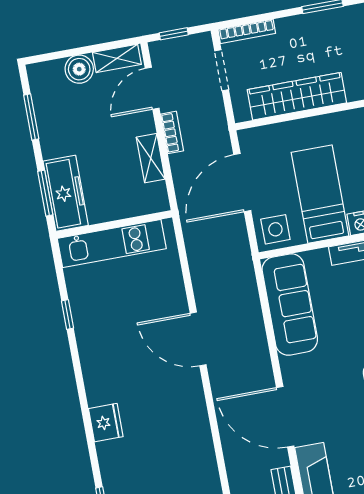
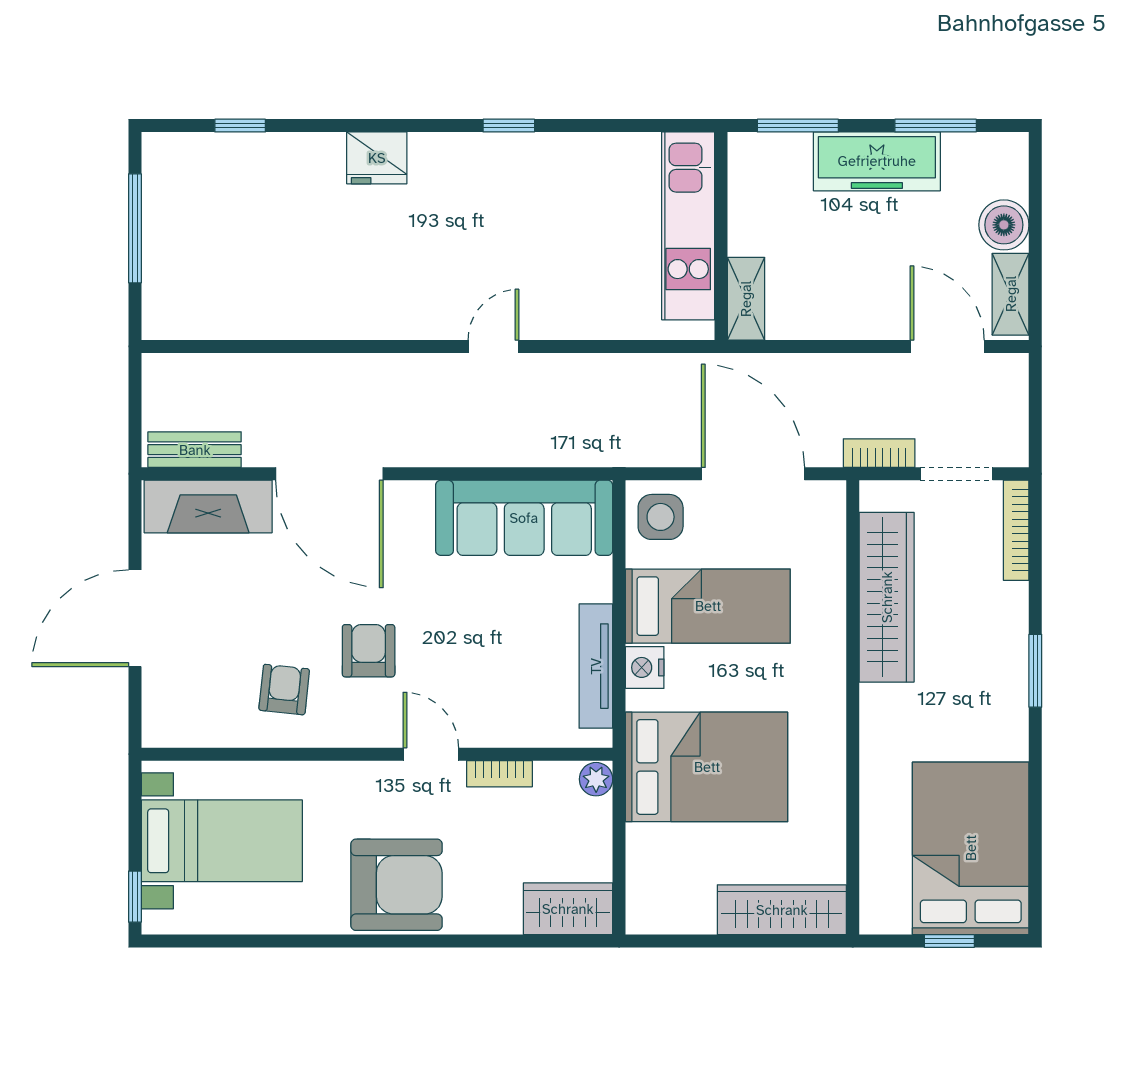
window: (174, 34) -> (1035, 402), removed
bookcase: (172, 132) -> (879, 453), moved, turned 180
shelving: (151, 158) -> (746, 299), moved, turned 90
freezer: (66, 193) -> (877, 161), moved
window: (67, 315) -> (509, 126), moved
door: (198, 339) -> (493, 346), width x0.53
door: (285, 417) -> (329, 474), swing flipped

